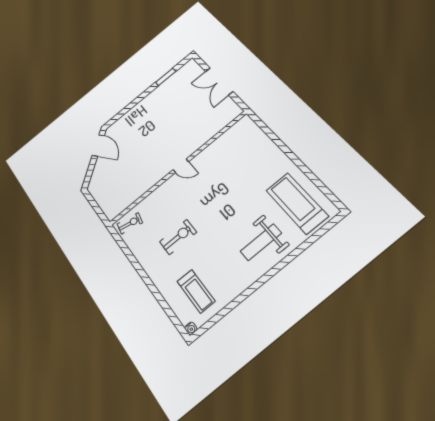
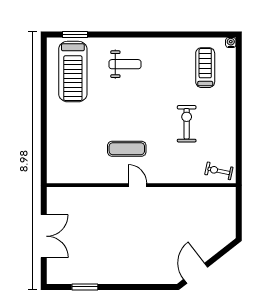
exercise mat: (208, 183) -> (127, 149), added
window: (321, 232) -> (75, 35), added
exercise bike: (178, 237) -> (187, 124), turned 90
weight bench: (261, 242) -> (125, 64), width x0.73, depth x0.75

